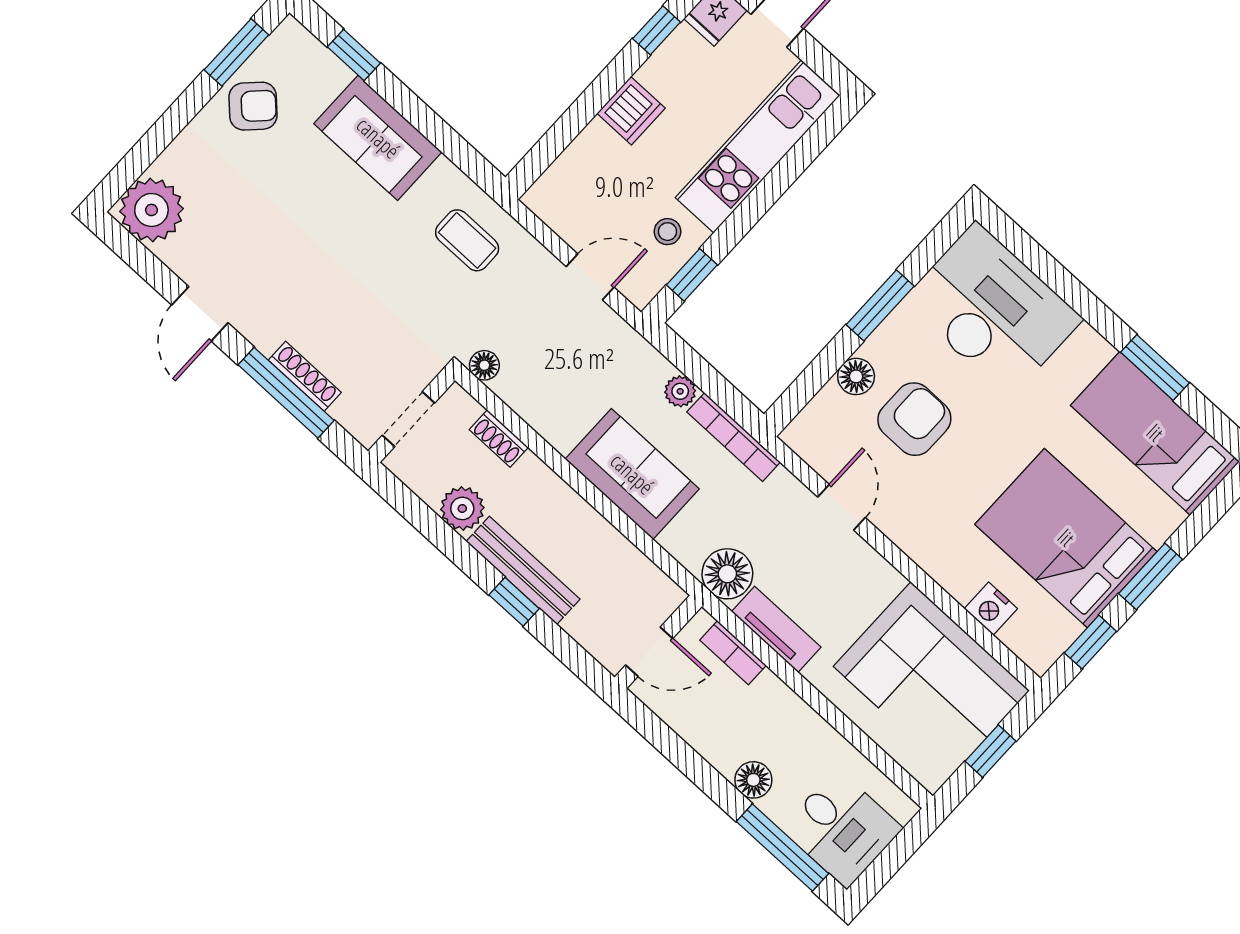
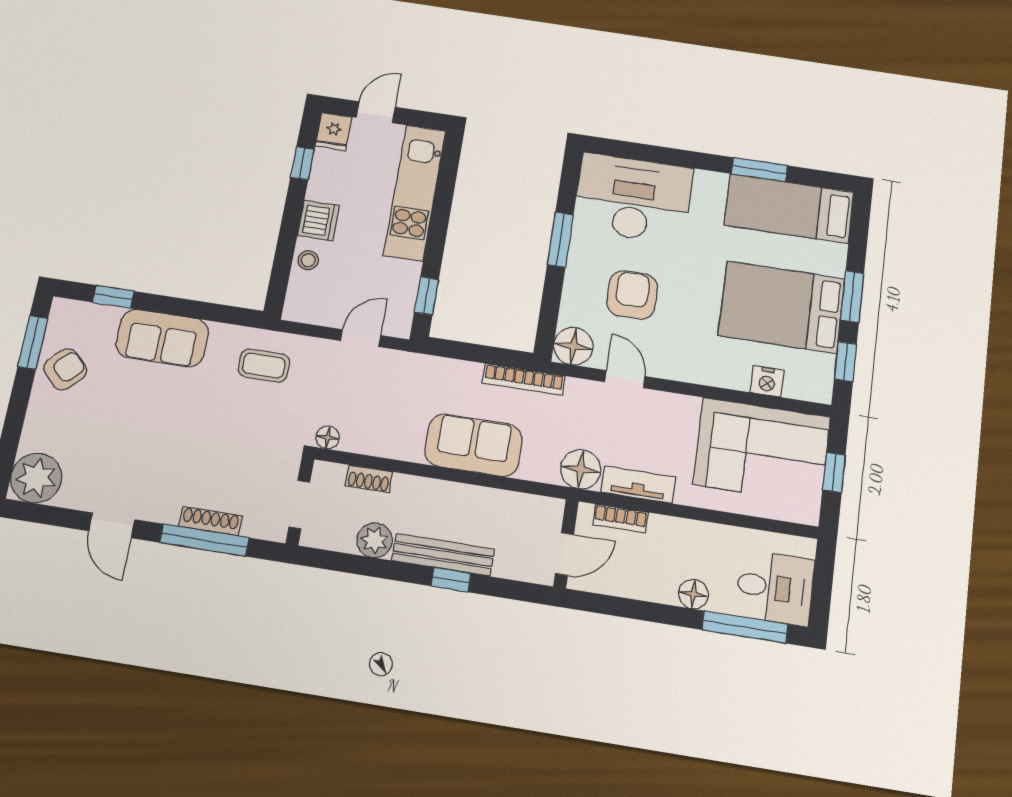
stool: (667, 232) -> (308, 260), moved
floor lamp: (856, 376) -> (573, 346), moved, width x1.38, depth x1.38
plant: (680, 391) -> (469, 373), removed

